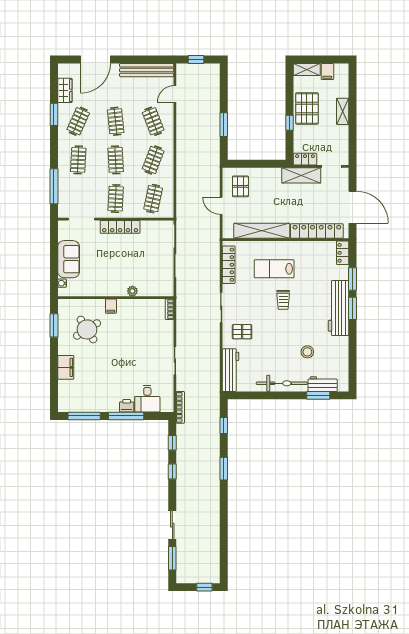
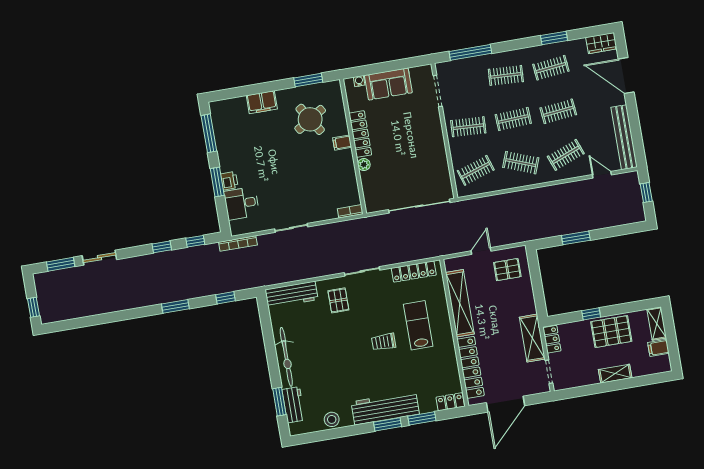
wardrobe: (65, 90) -> (601, 43), moved
clothes rail: (78, 121) -> (551, 68), turned -30
clothes rail: (153, 199) -> (476, 170), turned -30
locker: (120, 227) -> (360, 134), moved, turned 180
stool: (307, 352) -> (332, 419), moved
window: (126, 416) -> (217, 182), width x0.69

